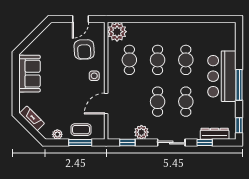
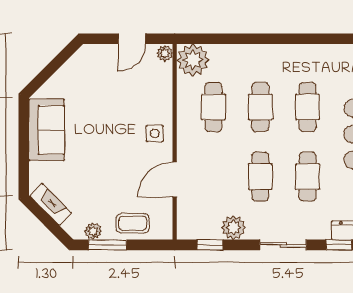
plant: (100, 28) -> (165, 53), added
armchair: (84, 49) -> (138, 90), removed
window: (80, 143) -> (107, 245), moved

